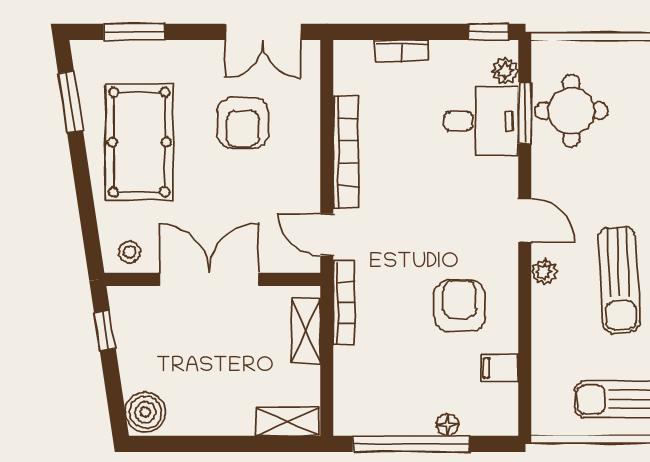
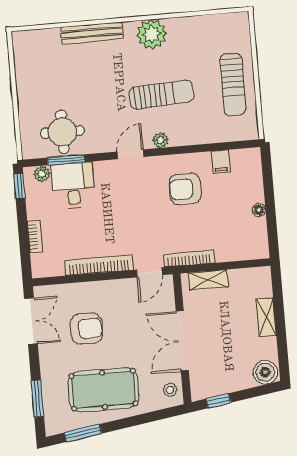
shelving: (288, 422) -> (266, 317), moved
floor lamp: (447, 425) -> (259, 210), moved
window: (411, 444) -> (271, 211), removed

